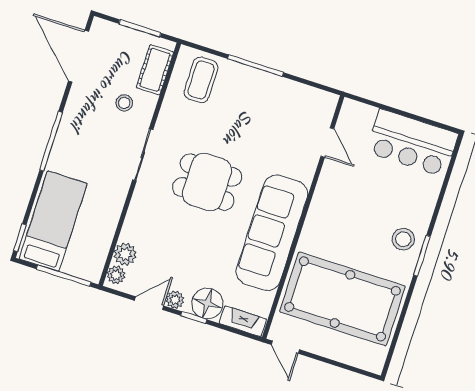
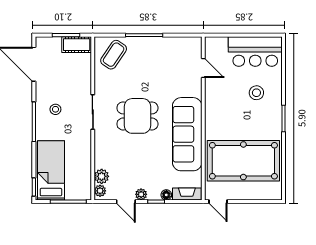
cot: (155, 70) -> (77, 45), moved, turned 90
coffee table: (201, 80) -> (114, 55), turned 34
stool: (124, 103) -> (55, 109), moved
stool: (403, 239) -> (256, 93), moved
door: (149, 303) -> (126, 202), swing flipped
floor lamp: (207, 303) -> (166, 195), width x0.53, depth x0.53

